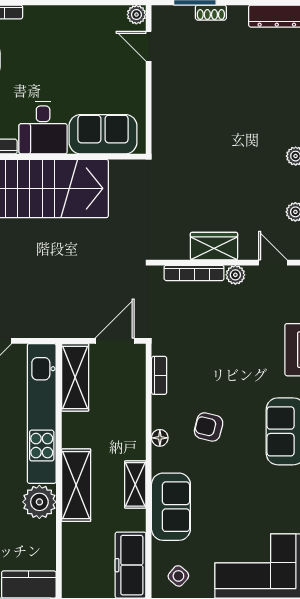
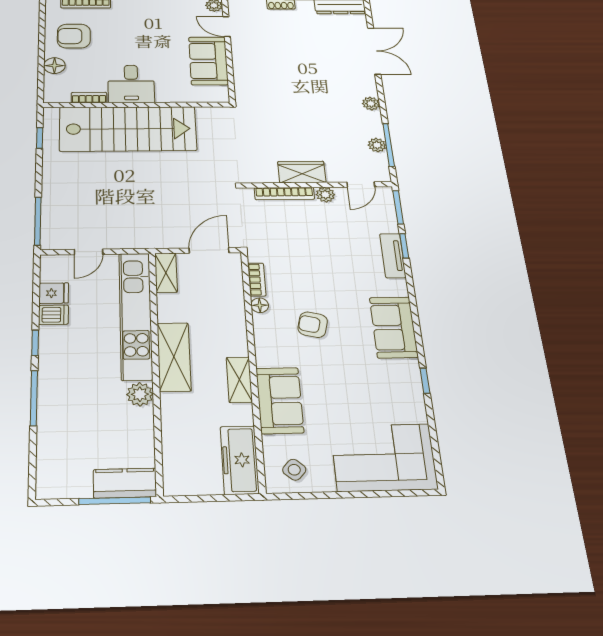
sofa: (103, 134) -> (208, 61), moved, turned -90
door: (273, 263) -> (361, 184), swing flipped
shelving: (75, 377) -> (166, 273), width x0.67, depth x0.75
floor lamp: (160, 438) -> (260, 305), moved
shelving: (76, 485) -> (174, 357), moved
plant: (39, 502) -> (140, 394), width x0.73, depth x0.73

